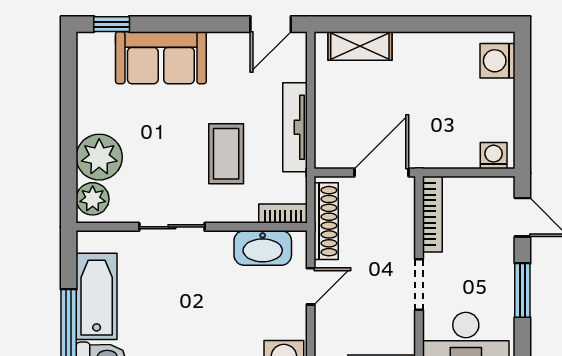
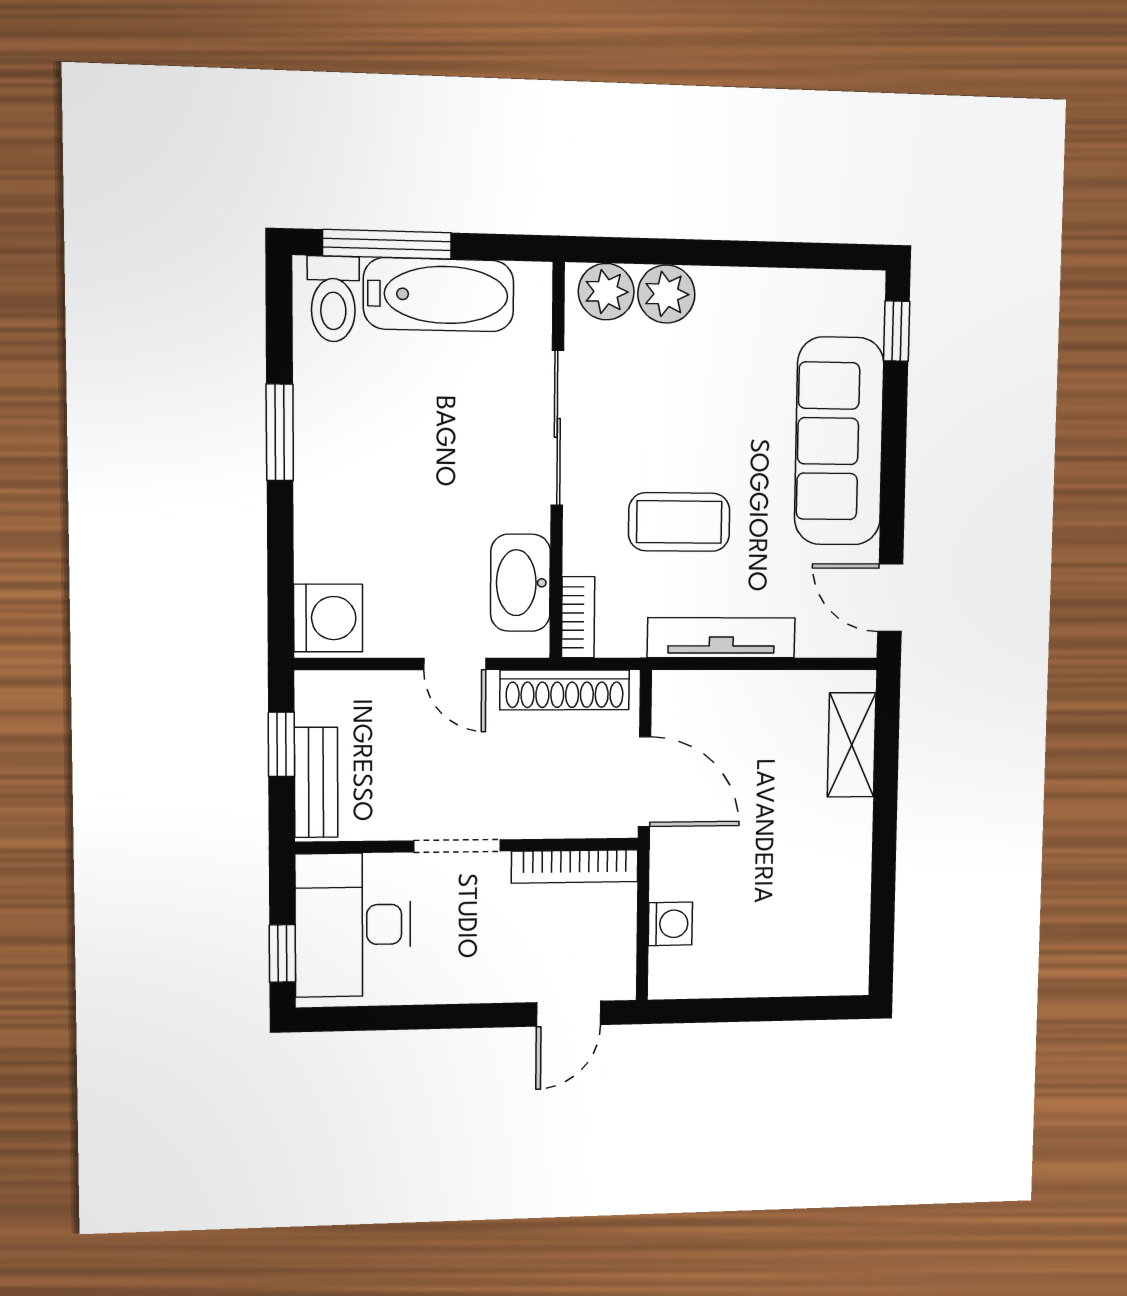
sofa: (161, 58) -> (839, 441), width x1.36
washing machine: (497, 61) -> (823, 968), removed
washing machine: (494, 156) -> (670, 924), moved
plant: (99, 157) -> (666, 294), width x0.73, depth x0.73
sliding door: (172, 227) -> (557, 428), width x1.37
window: (522, 290) -> (447, 1016), removed

